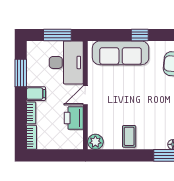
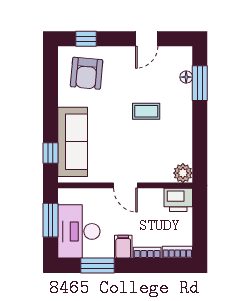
window: (140, 35) -> (50, 153), moved
desk: (66, 62) -> (79, 231), moved, turned -90
printer: (74, 118) -> (178, 200), moved
coffee table: (129, 136) -> (146, 111), moved

